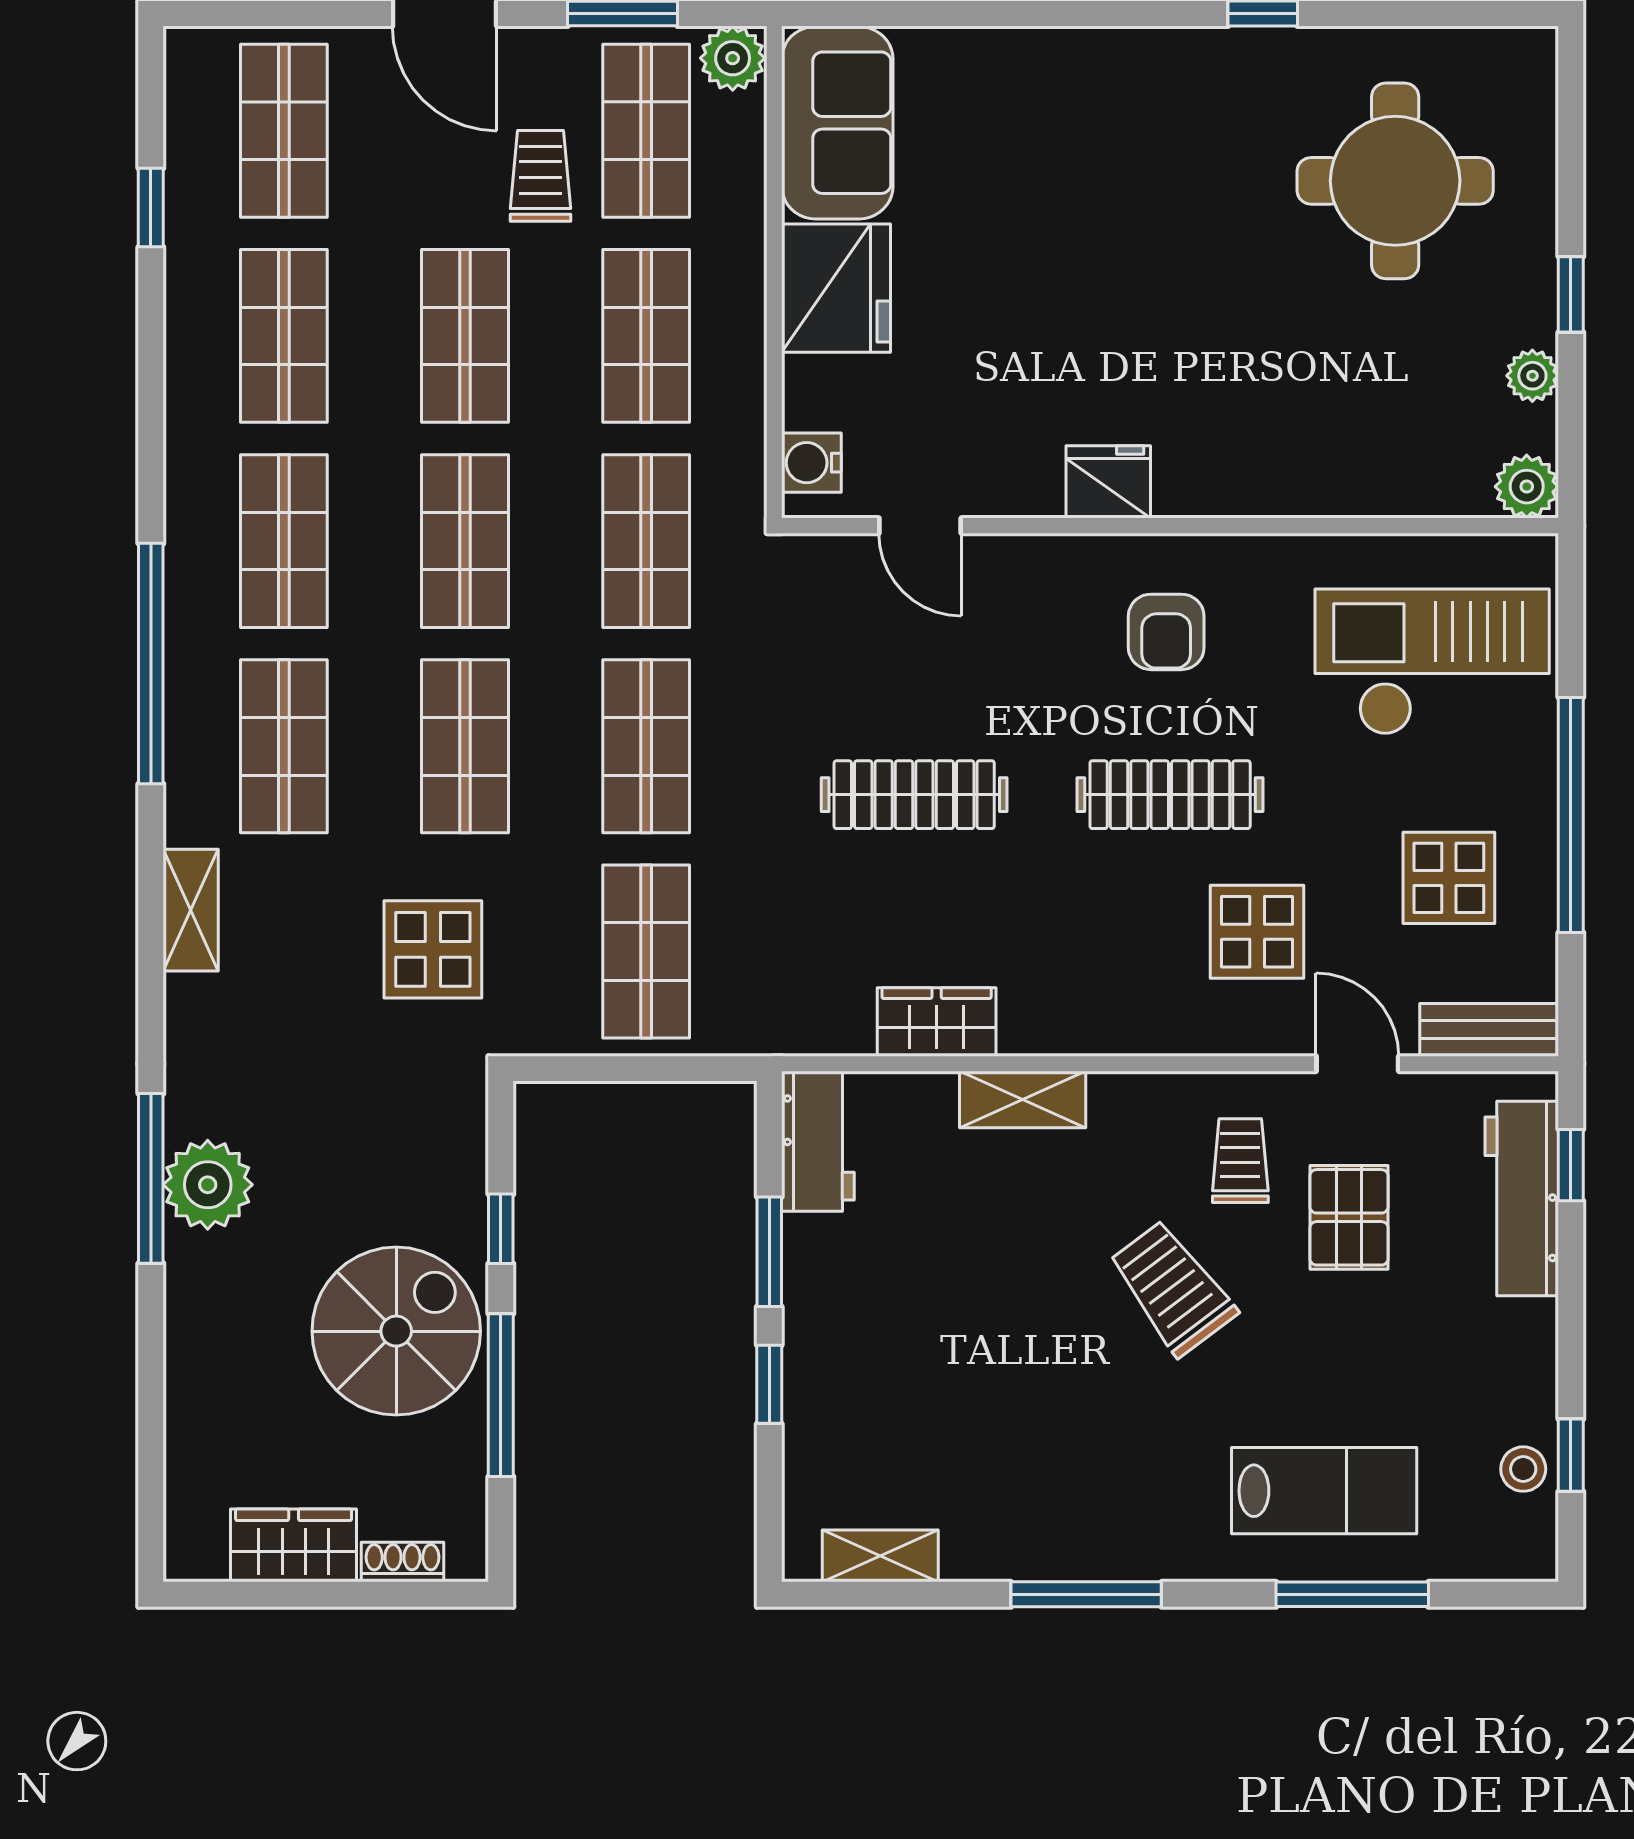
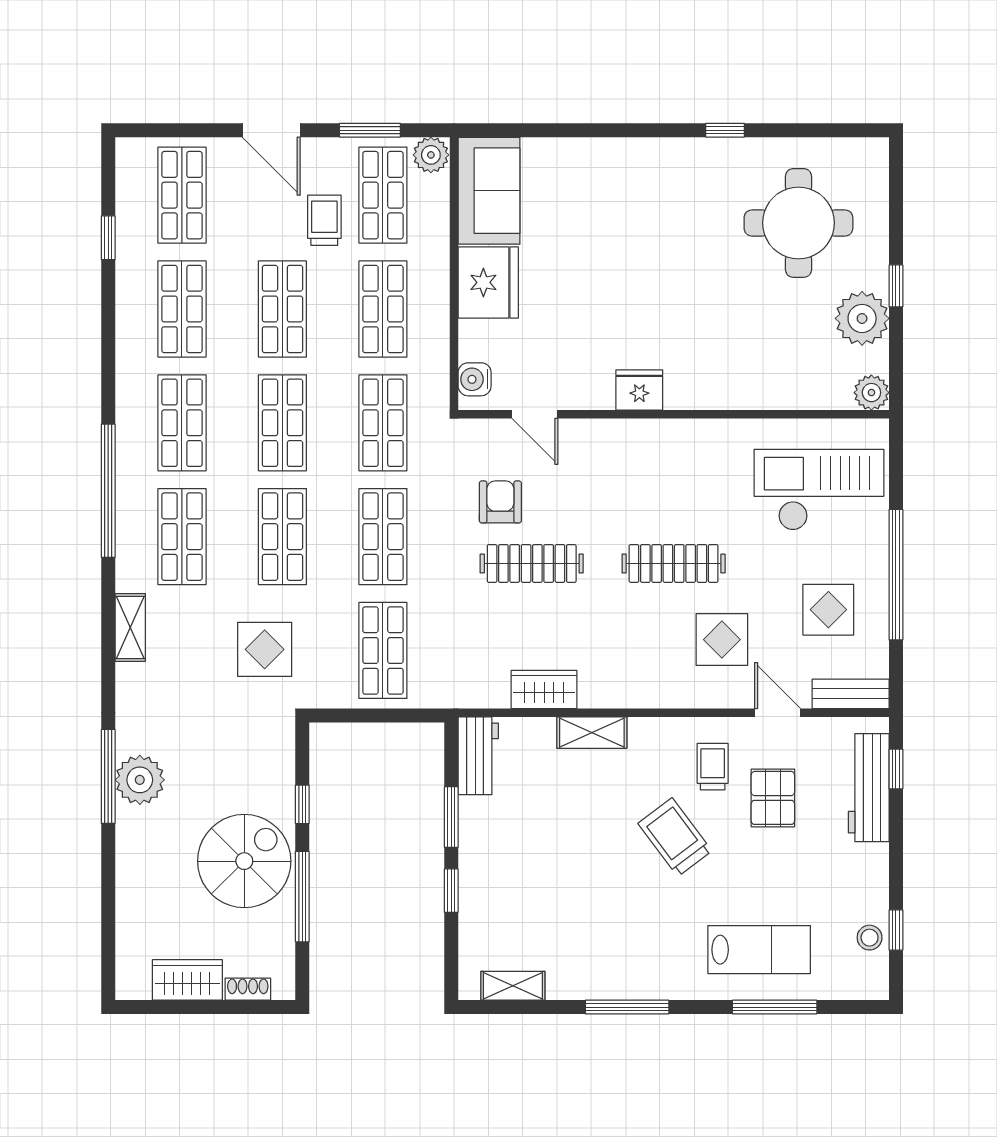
plant: (1532, 376) -> (862, 318), width x1.87, depth x1.87
armchair: (1166, 632) -> (500, 502), moved, turned 180

